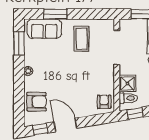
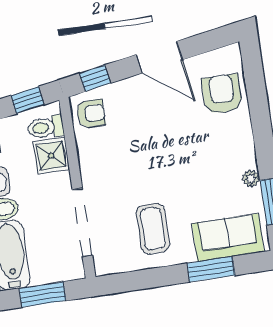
plant: (28, 71) -> (251, 179), moved
armchair: (37, 102) -> (222, 94), turned 90
armchair: (104, 102) -> (91, 113), turned -90
window: (40, 129) -> (95, 78), moved

